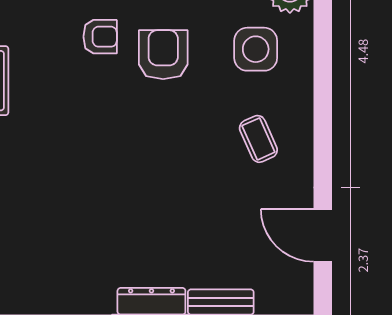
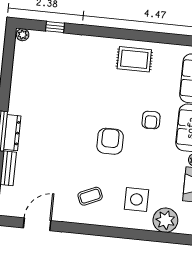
armchair: (163, 55) -> (110, 141), moved, turned -90

